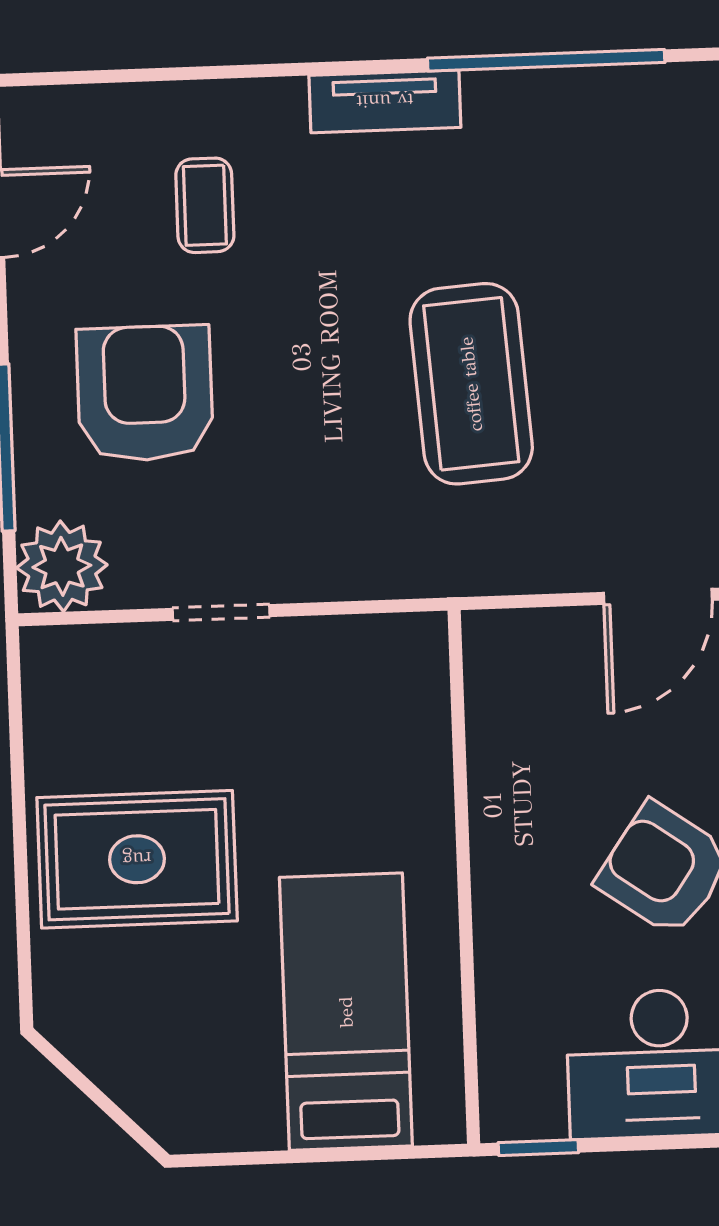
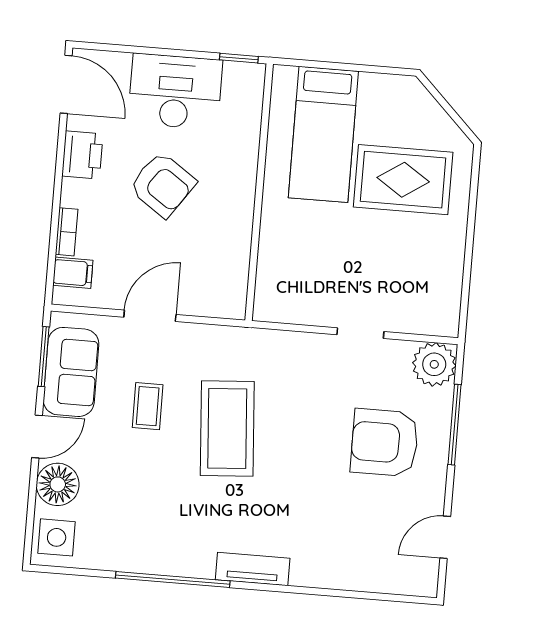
coffee table: (205, 205) -> (148, 406), moved
armchair: (145, 393) -> (385, 443), turned 90
rug: (137, 859) -> (403, 180), moved

